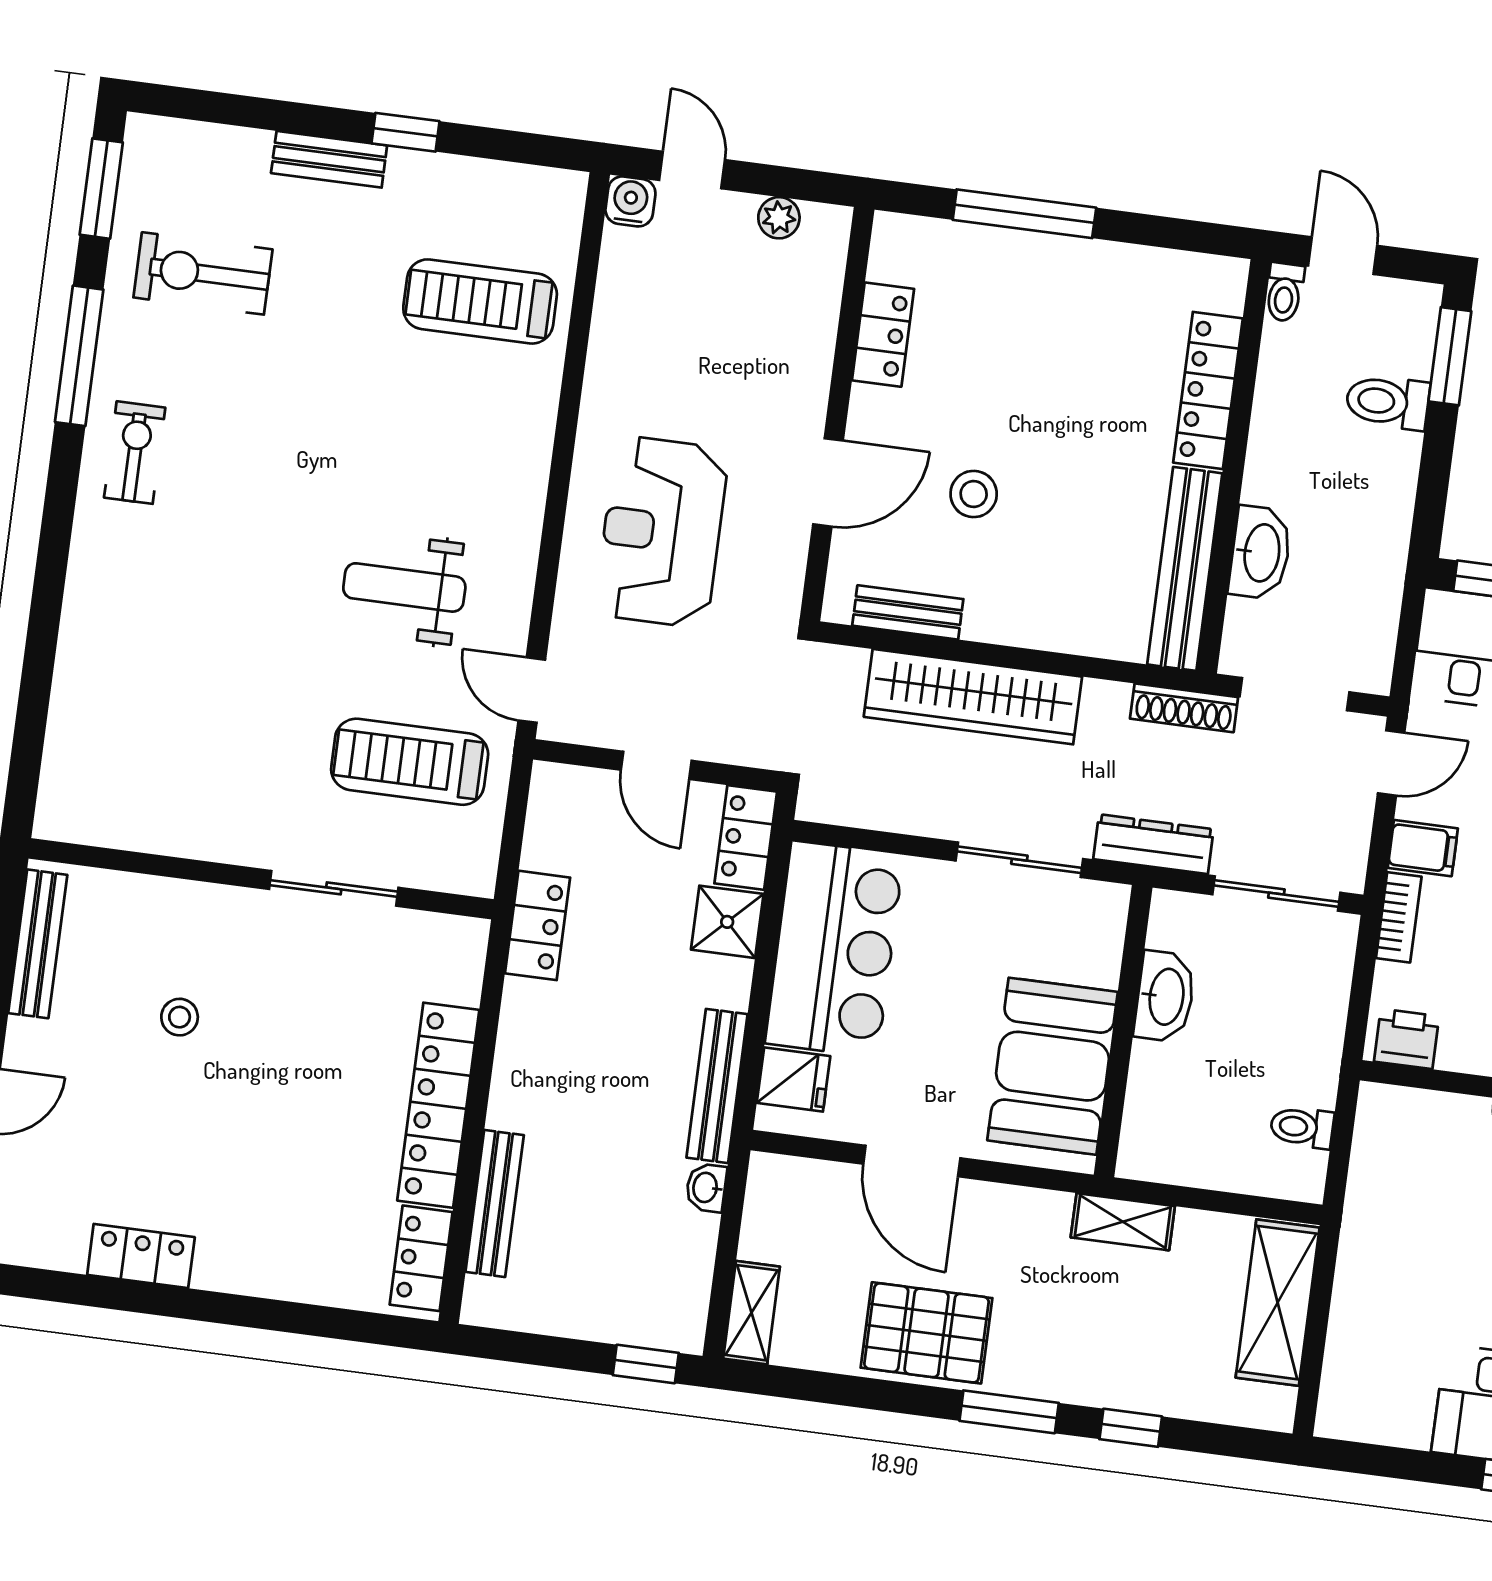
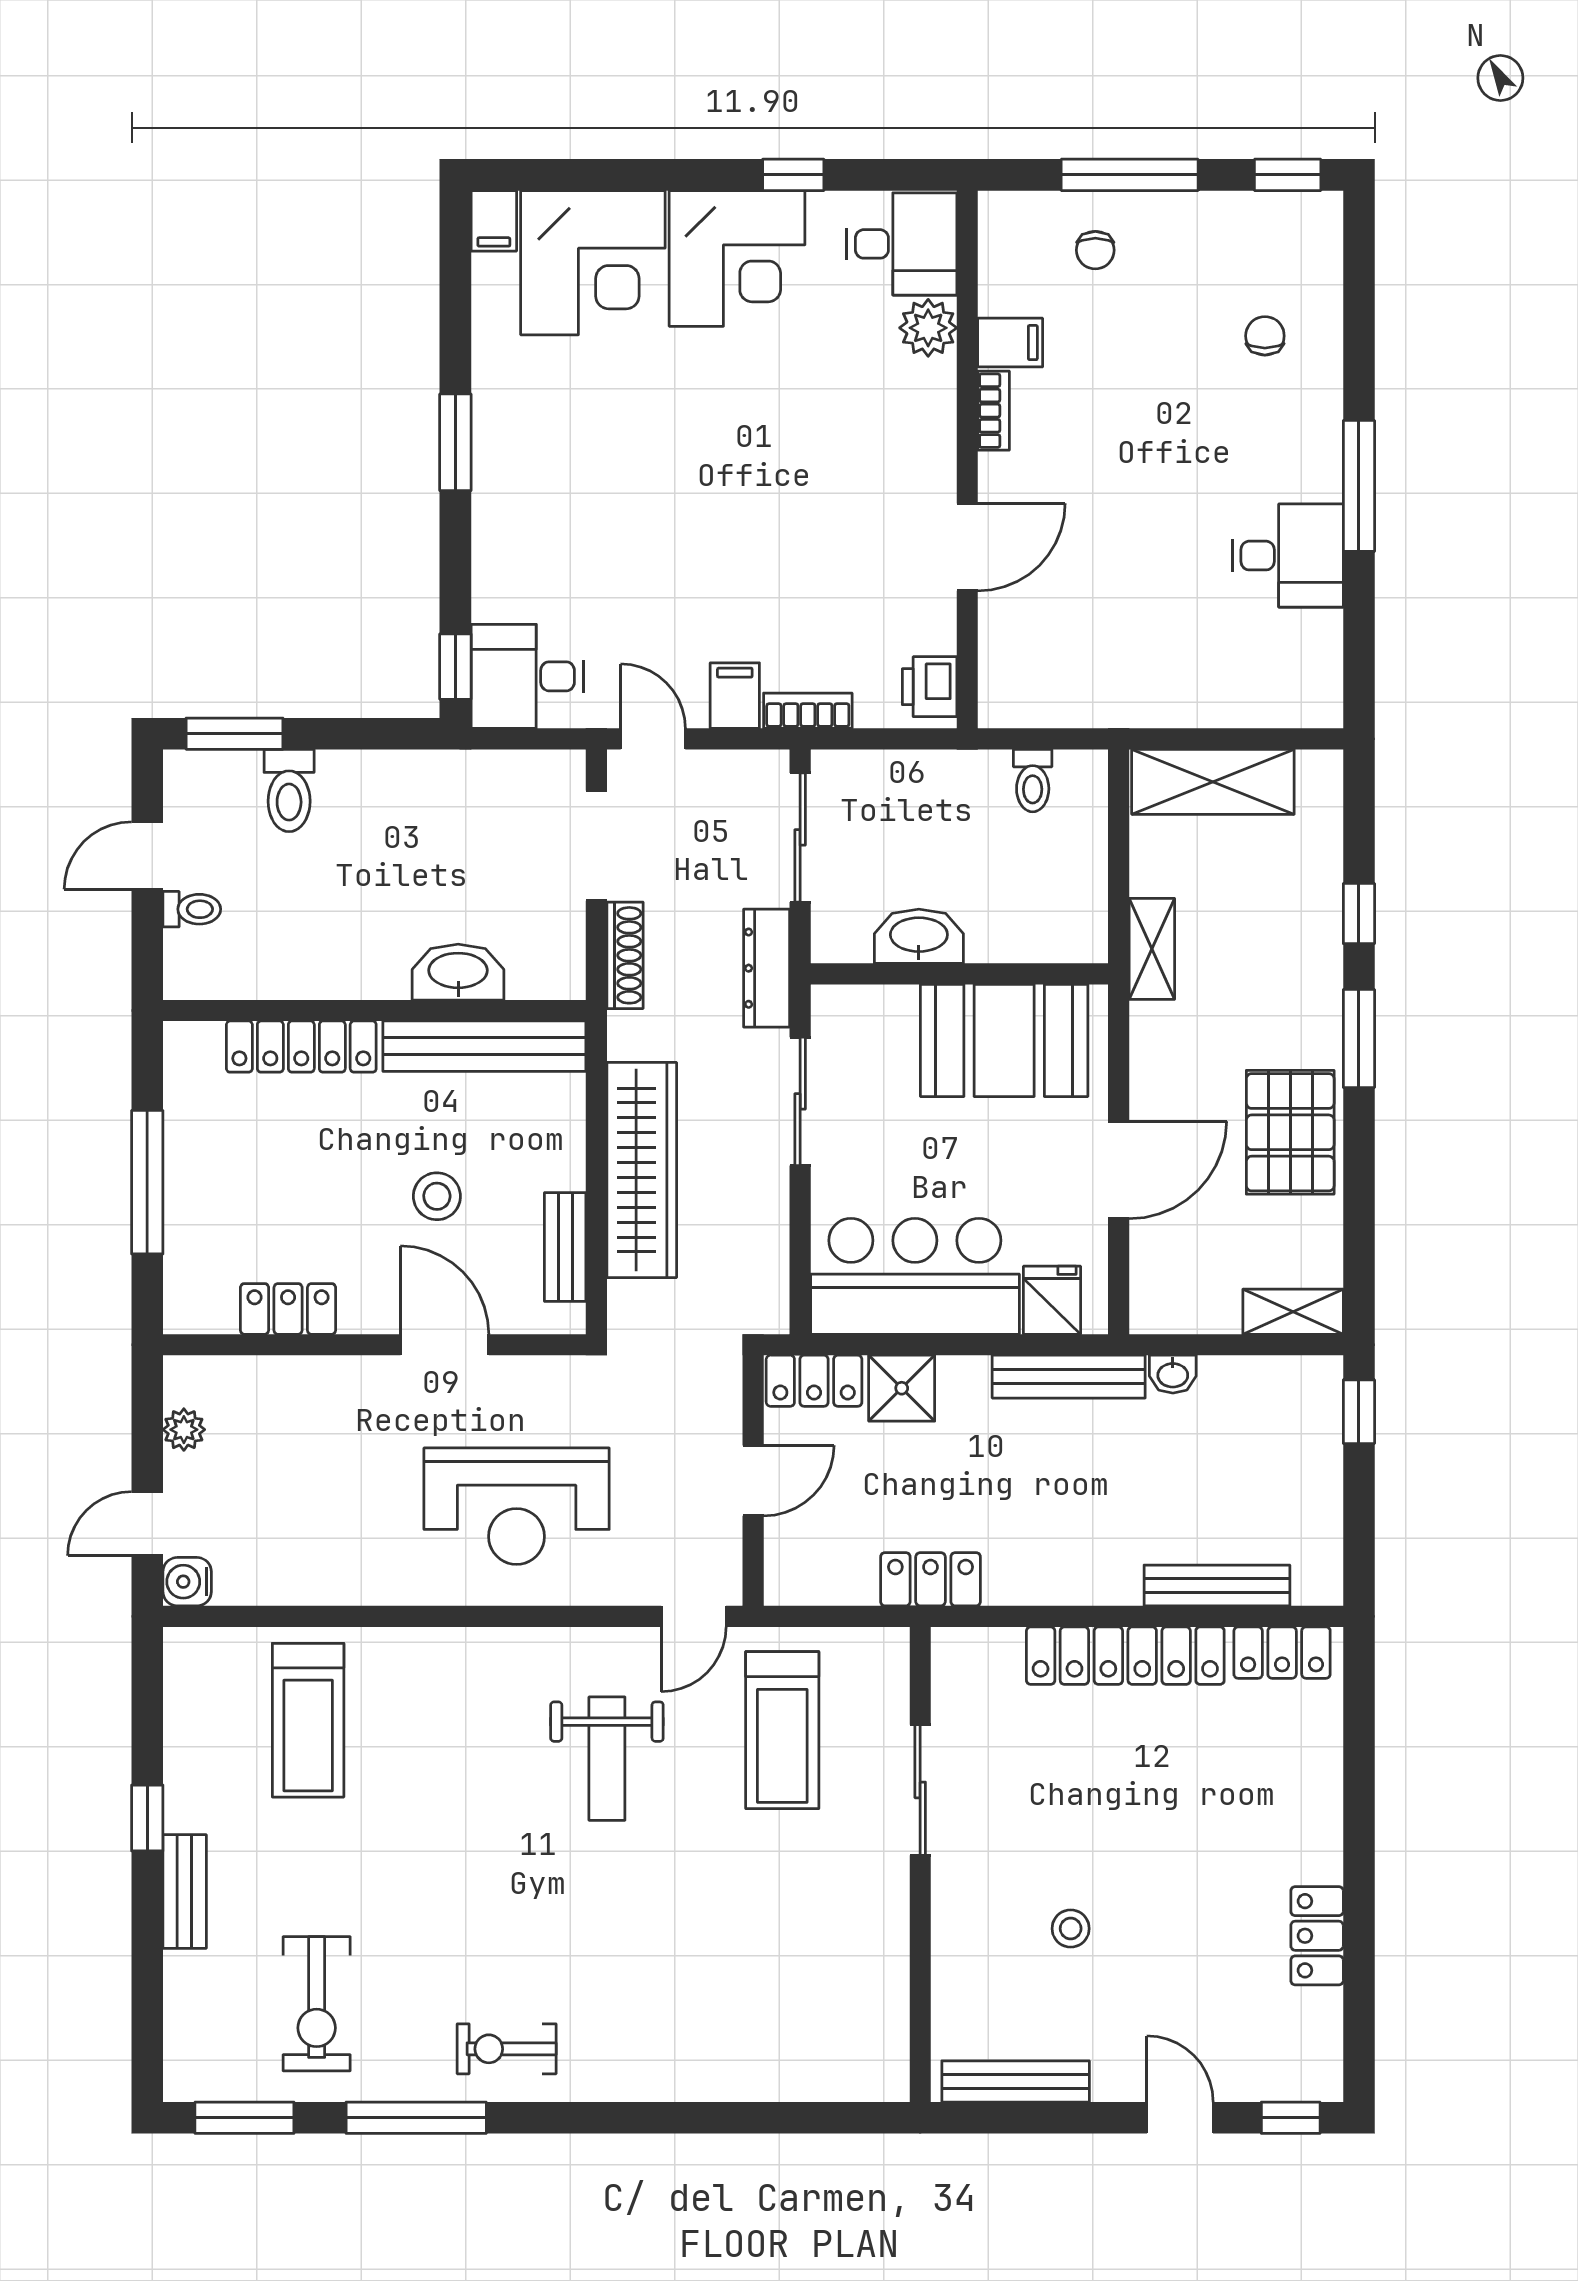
locker: (1208, 391) -> (301, 1047), moved
wall: (1234, 466) -> (374, 1011), moved
washbasin: (1260, 553) -> (458, 972), moved
bench: (1185, 569) -> (484, 1046), moved

